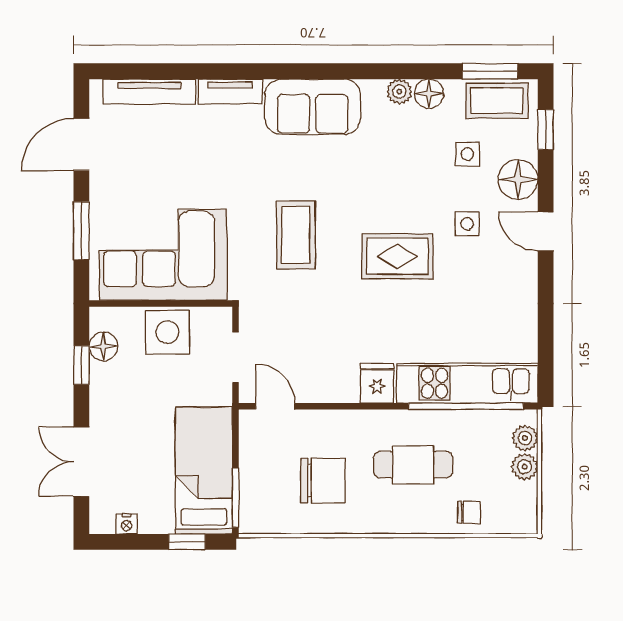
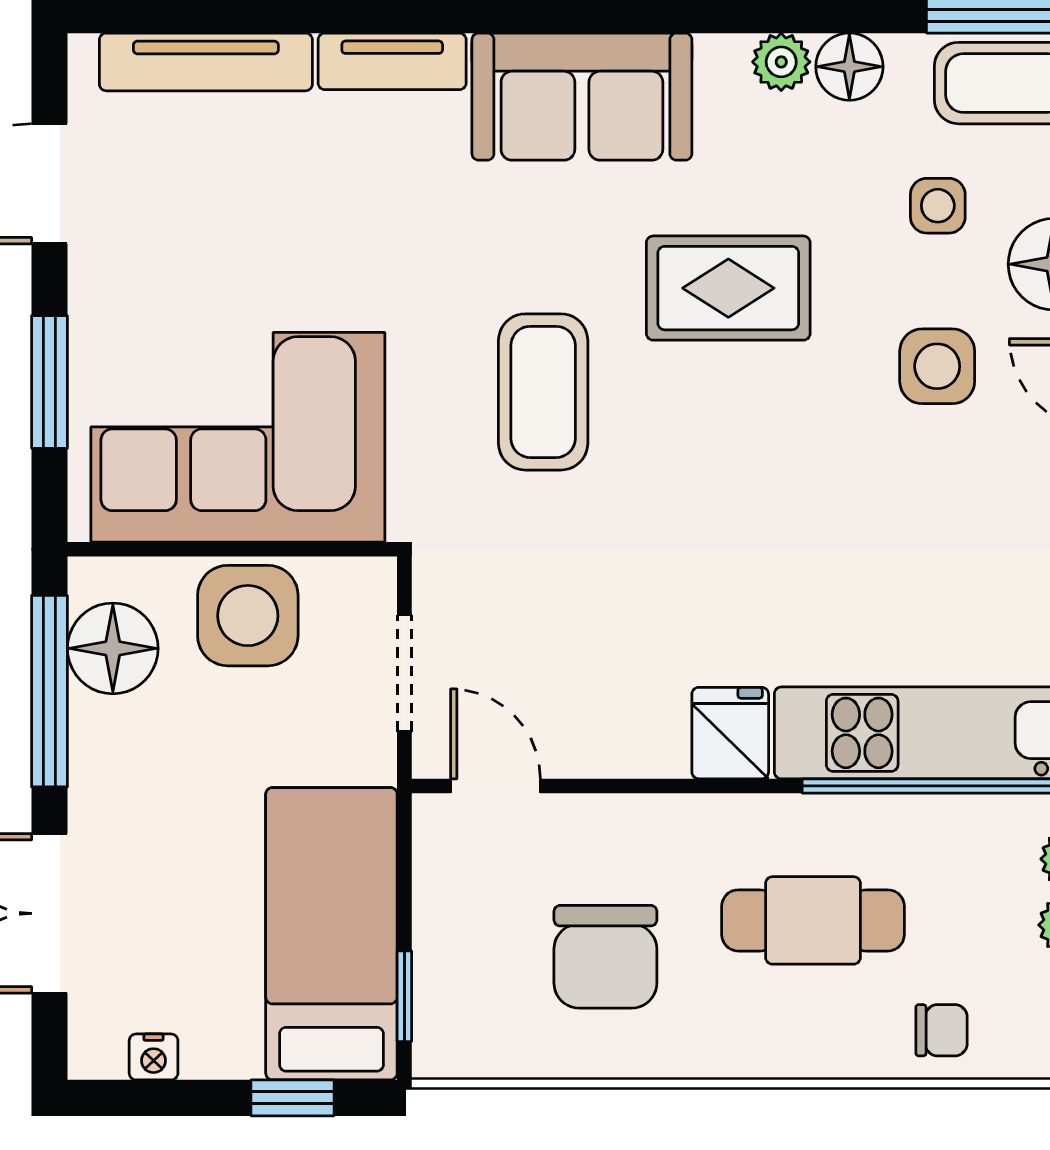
side table: (467, 224) -> (937, 366), width x1.37, depth x1.37
rug: (397, 256) -> (728, 288), moved
floor lamp: (103, 346) -> (113, 648), width x1.38, depth x1.38
window: (81, 365) -> (49, 691), width x2.17
chair: (323, 481) -> (605, 957), turned 90
window: (236, 498) -> (404, 996), width x0.67

